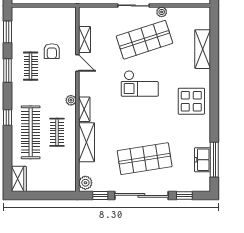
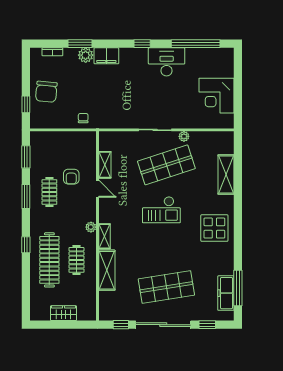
freezer: (203, 160) -> (226, 293), width x1.40
wardrobe: (19, 179) -> (64, 313), moved, turned -90
plant: (85, 183) -> (106, 312), removed

